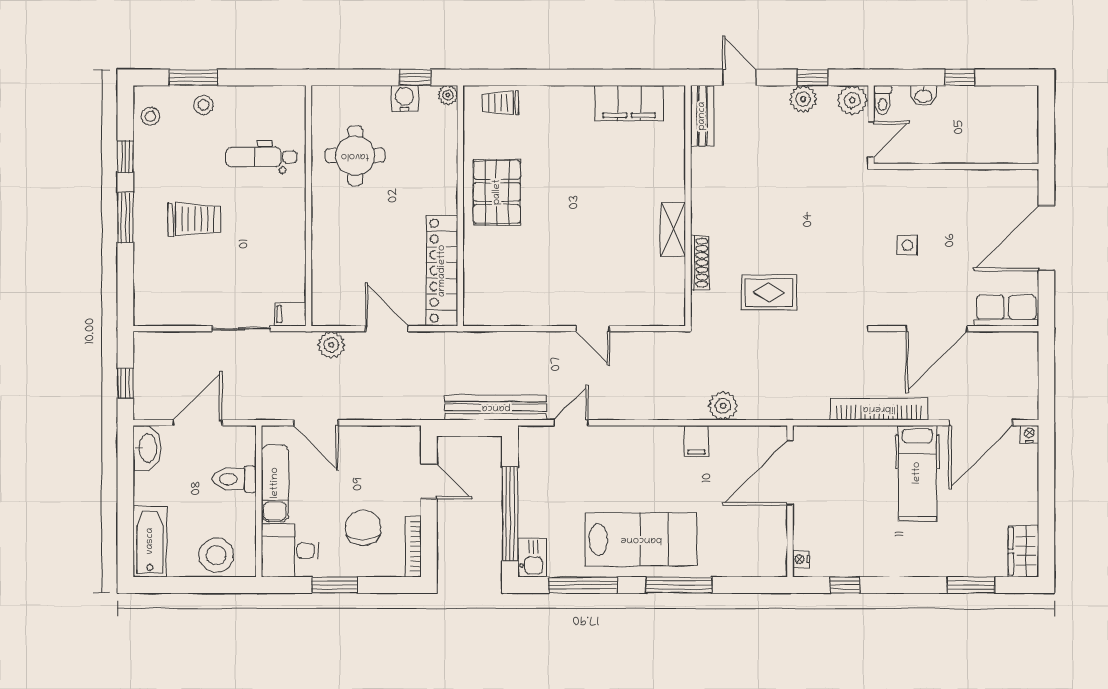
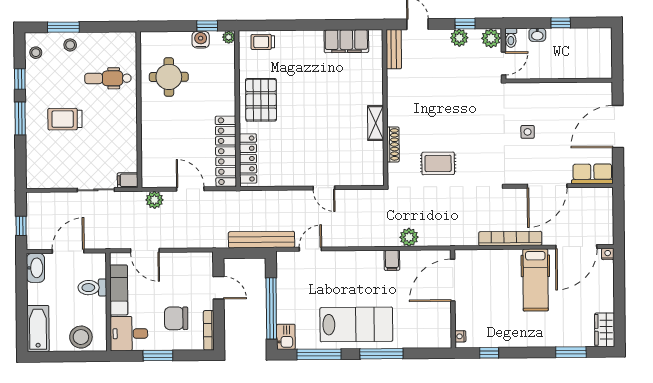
trolley: (194, 219) -> (65, 119), turned 180
locker: (476, 282) -> (248, 159), added
chair: (363, 528) -> (176, 318), turned -90

